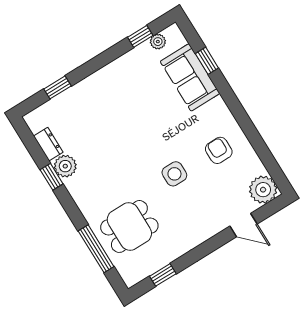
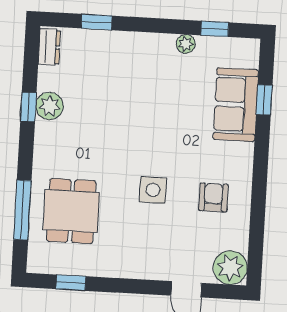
plant: (158, 42) -> (186, 44), moved
dresser: (48, 144) -> (49, 47), moved
dining table: (129, 226) -> (71, 211), turned 90

